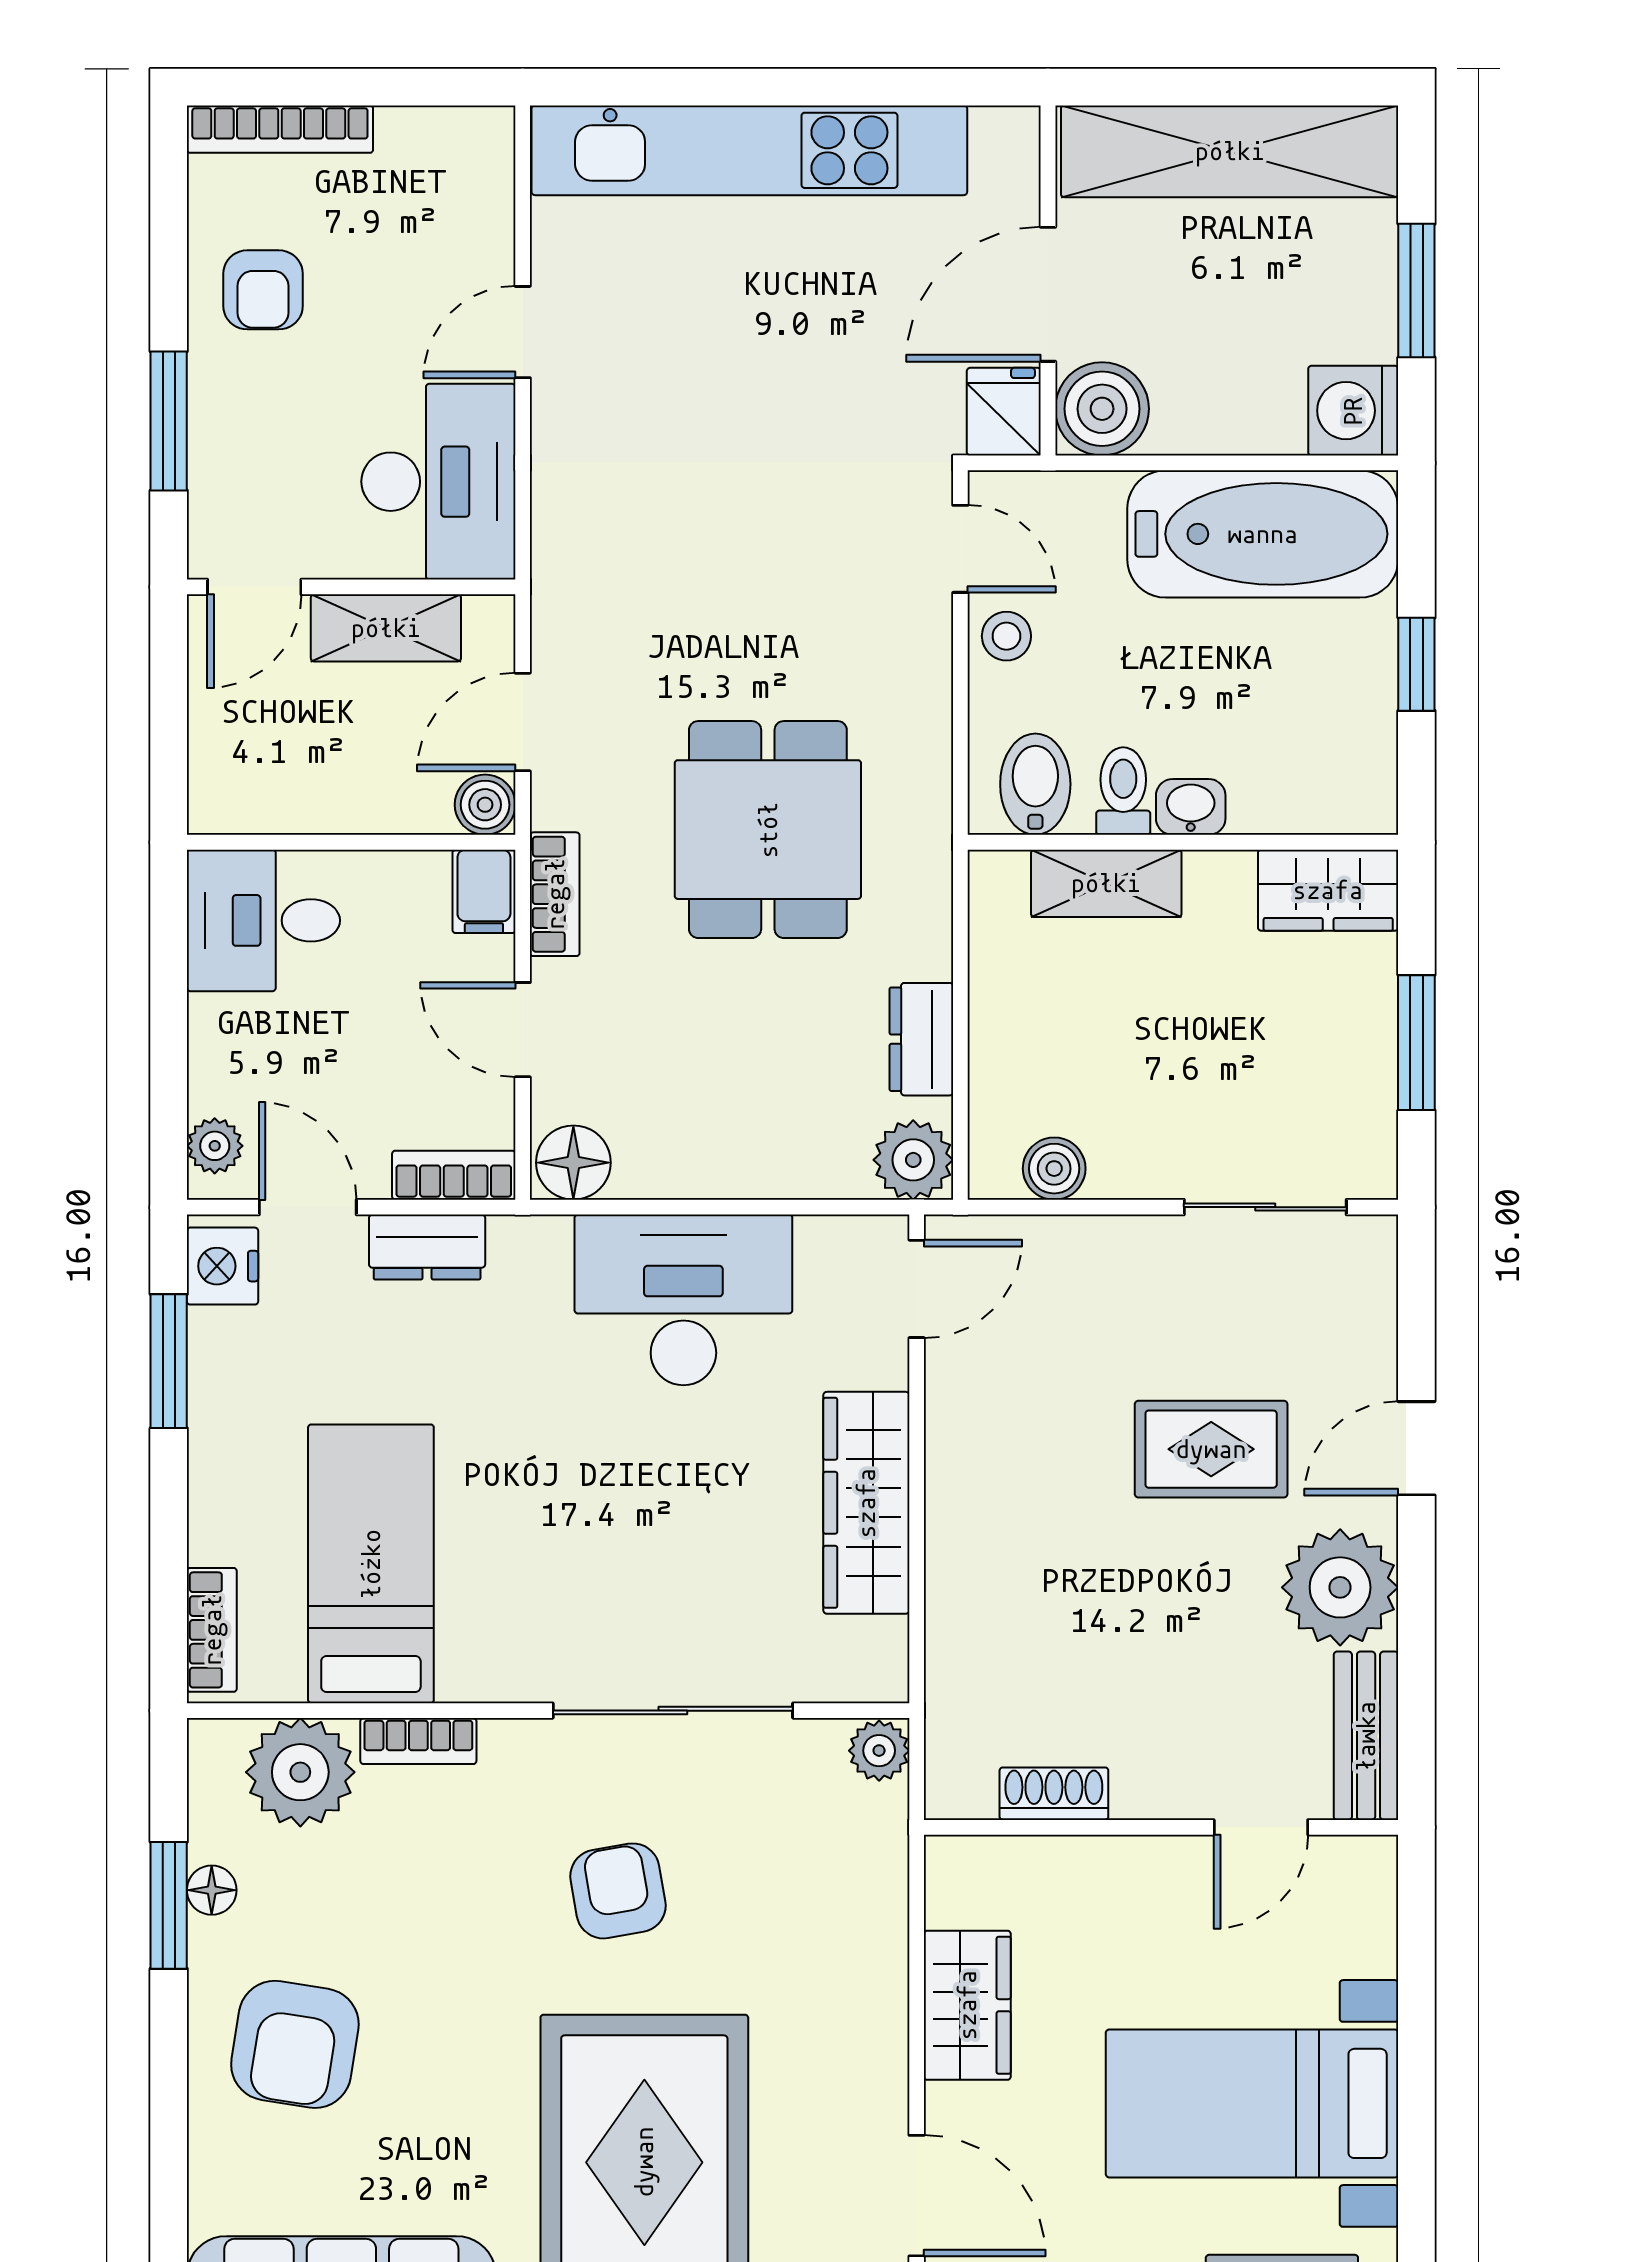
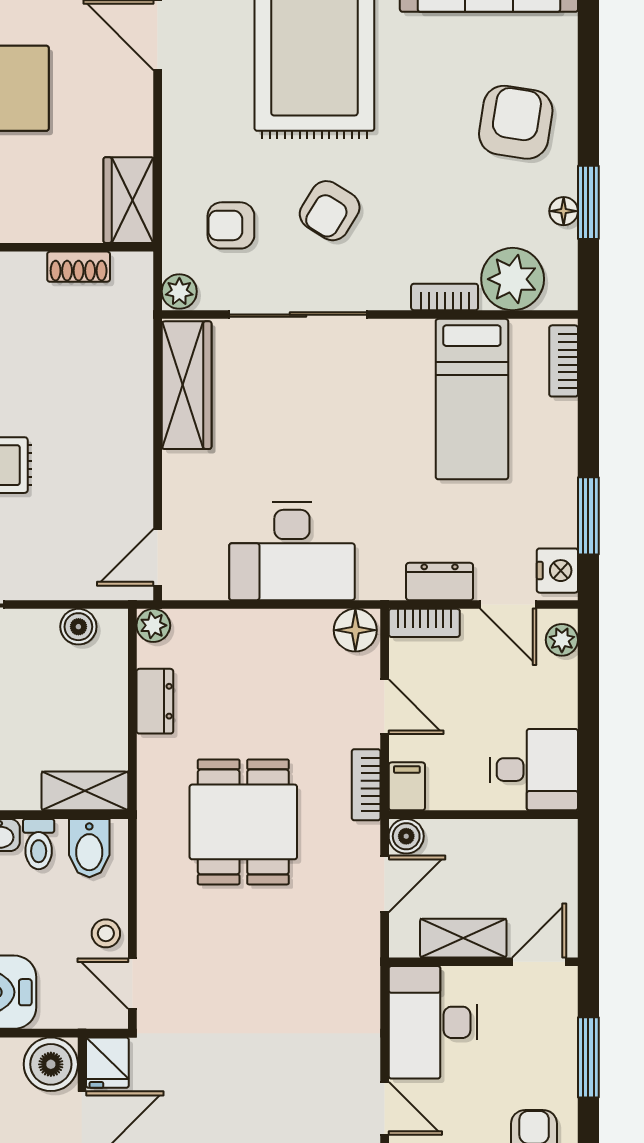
door: (523, 332) -> (385, 1108), hinge flipped
shelving: (1106, 883) -> (85, 791), moved
plant: (913, 1160) -> (153, 625), width x0.73, depth x0.73
wardrobe: (866, 1503) -> (187, 385), moved
armchair: (789, 1865) -> (231, 225), added
armchair: (618, 1891) -> (330, 211), turned 42
wardrobe: (967, 2005) -> (128, 200), moved

